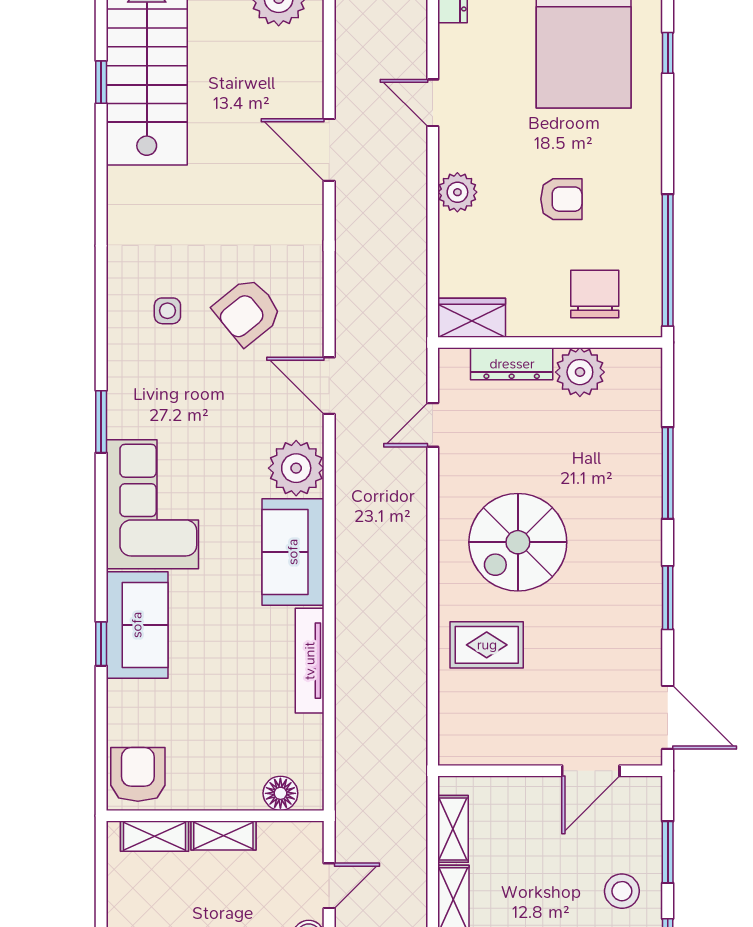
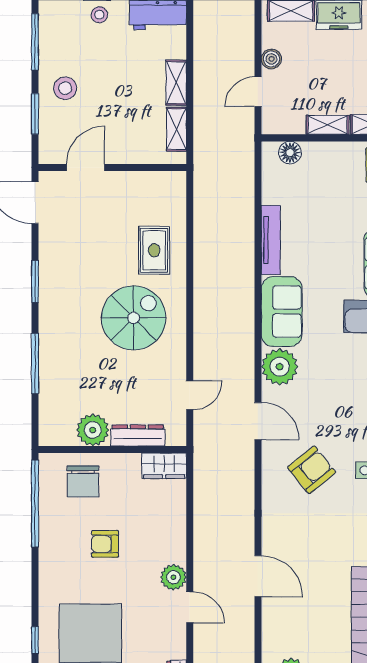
plant: (457, 192) -> (173, 577), moved
rug: (487, 645) -> (154, 250), turned 90

